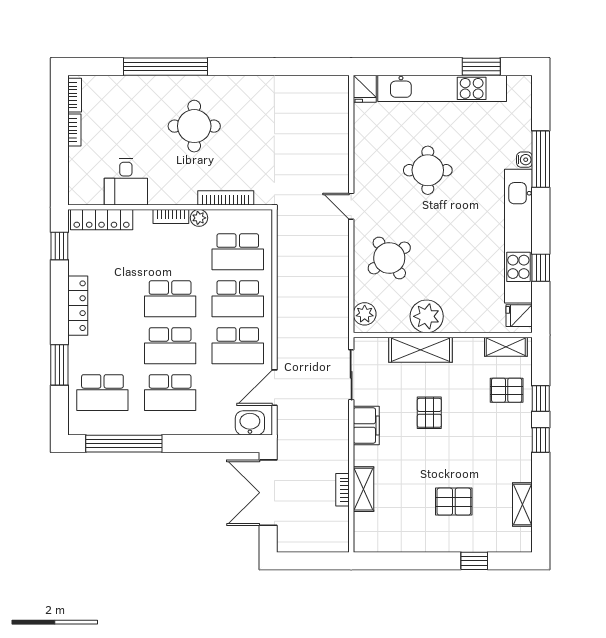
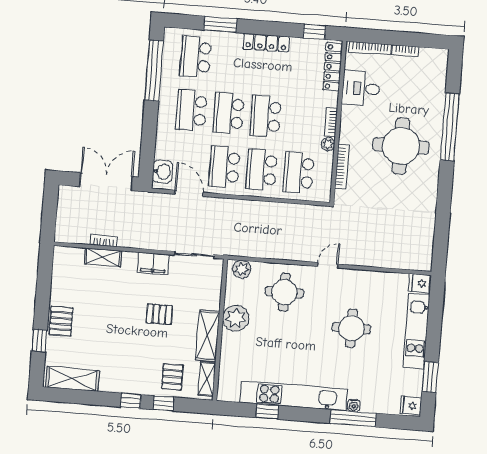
kitchen unit: (442, 88) -> (416, 331), width x0.73
bookcase: (75, 95) -> (370, 48), moved, width x1.56
round table: (194, 126) -> (401, 146), width x1.36, depth x1.36
round table: (389, 258) -> (284, 292), turned 34
fridge: (519, 316) -> (411, 405), moved, turned -90
shelving: (420, 350) -> (208, 335), moved
pallet: (454, 502) -> (61, 321), moved
shelving: (522, 504) -> (73, 379), width x1.50, depth x1.33

